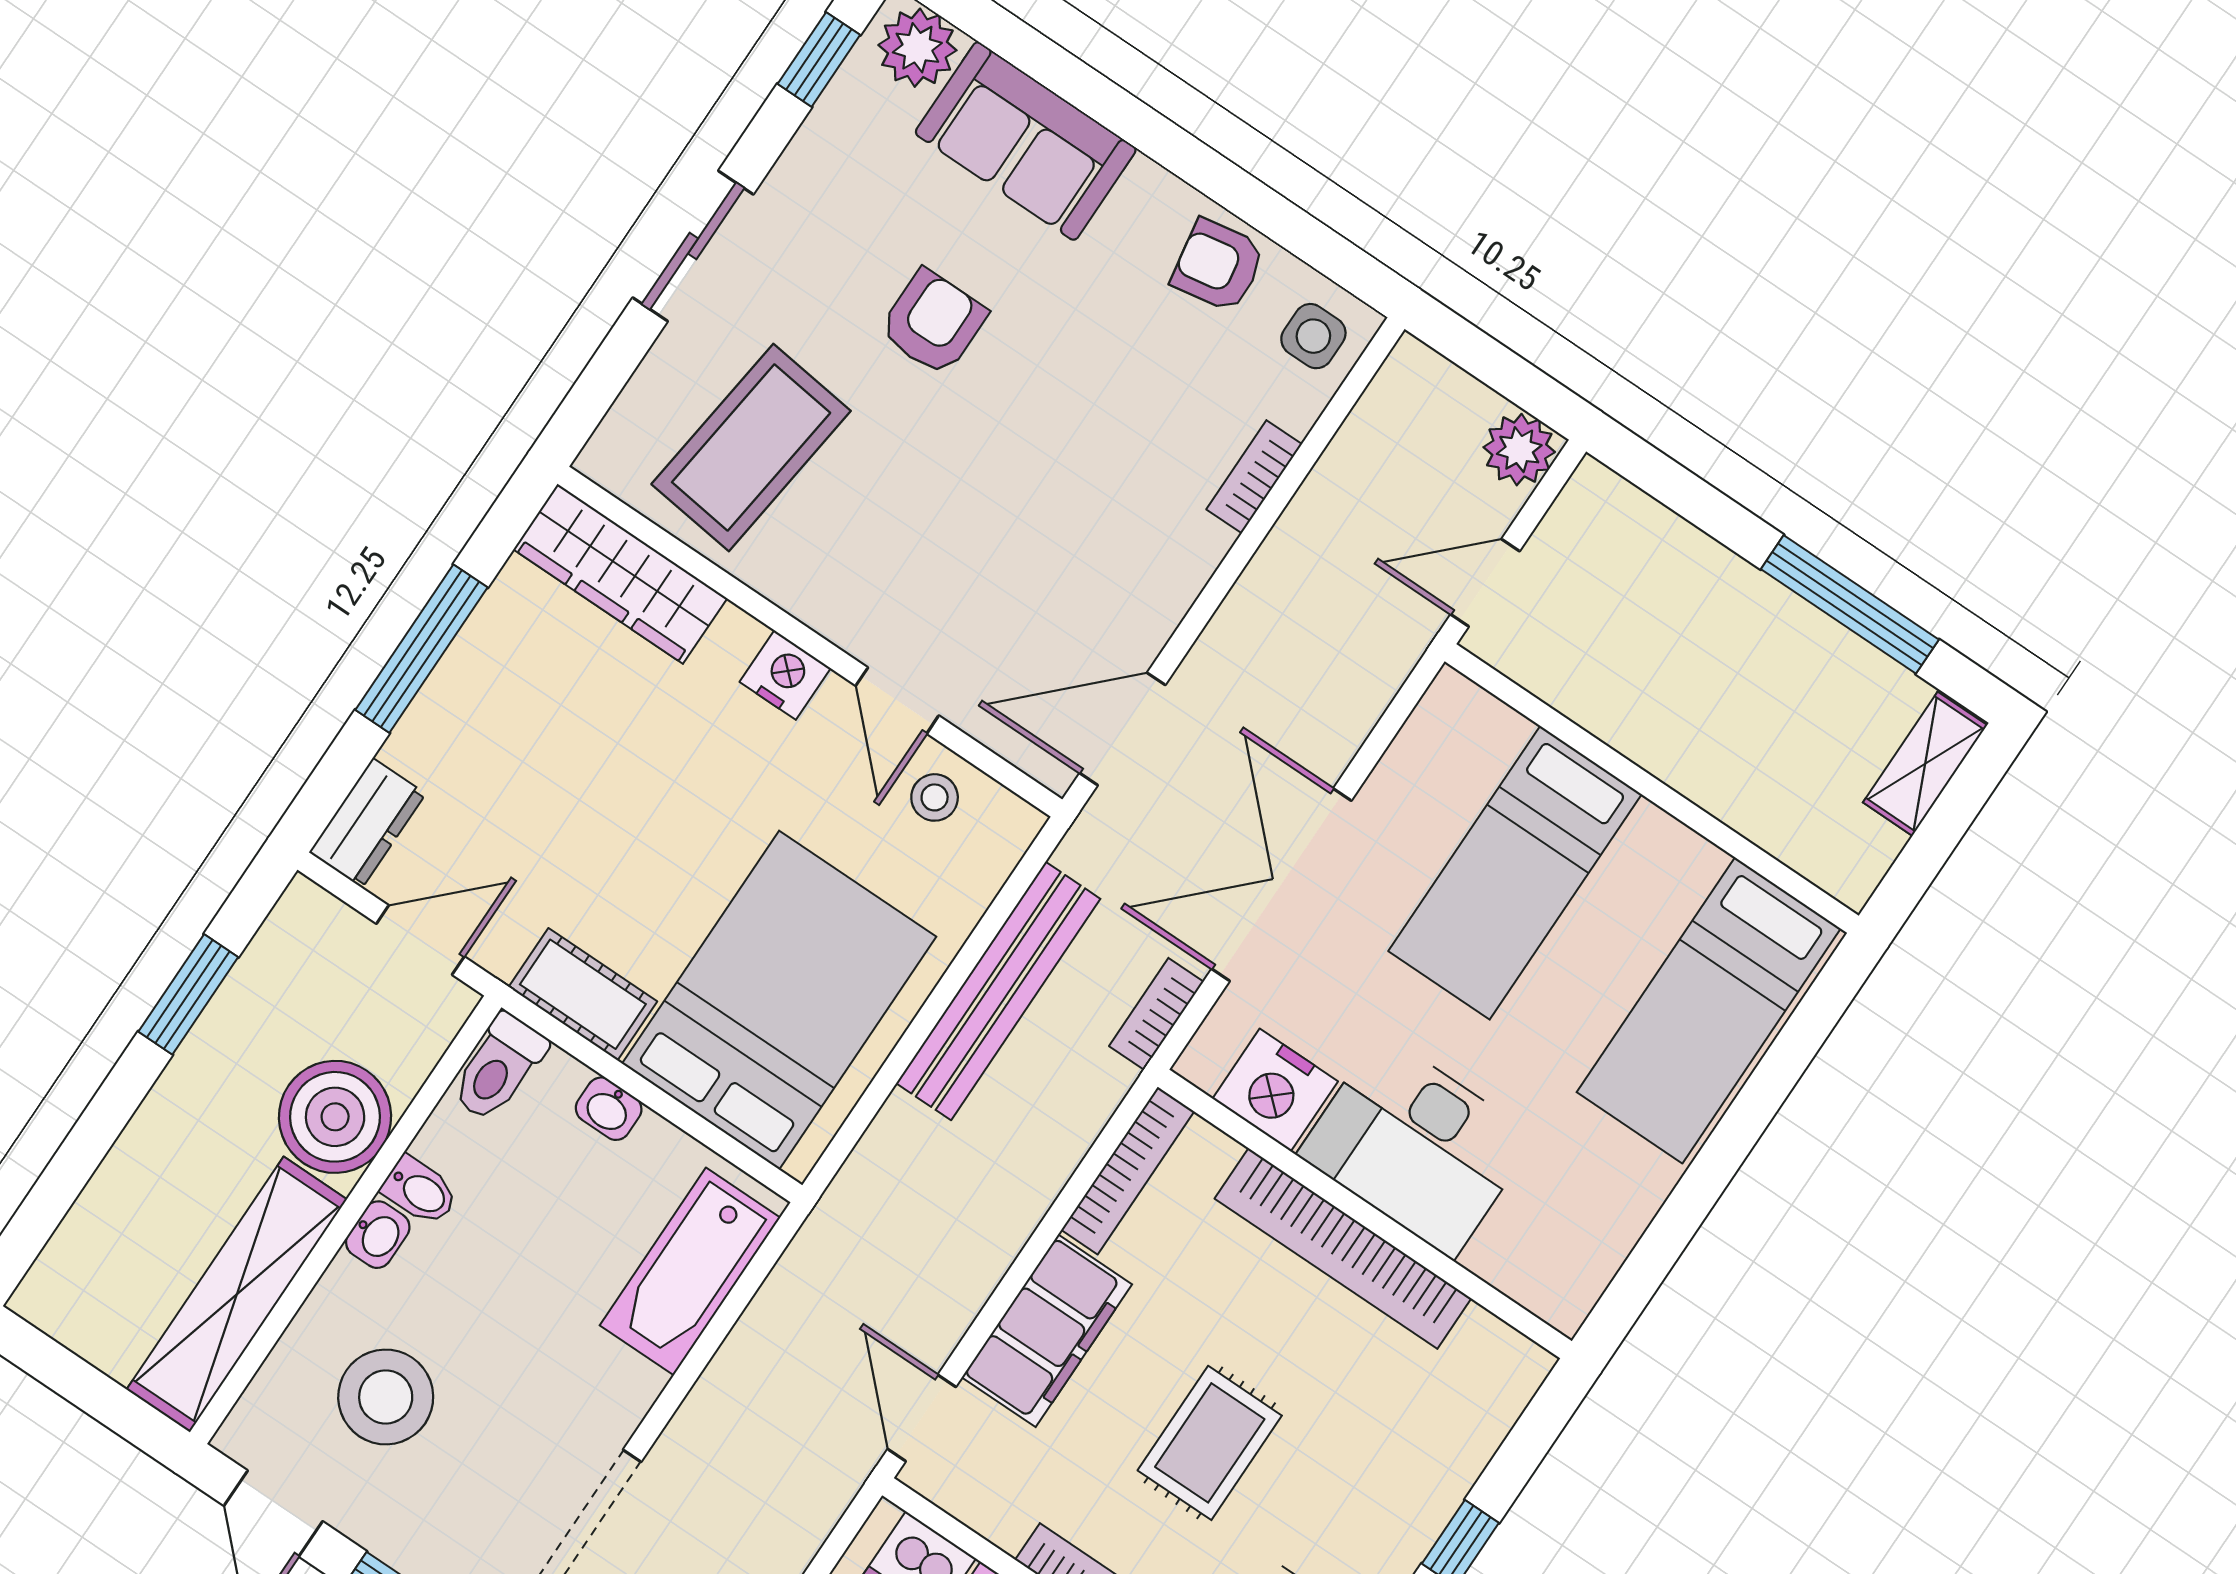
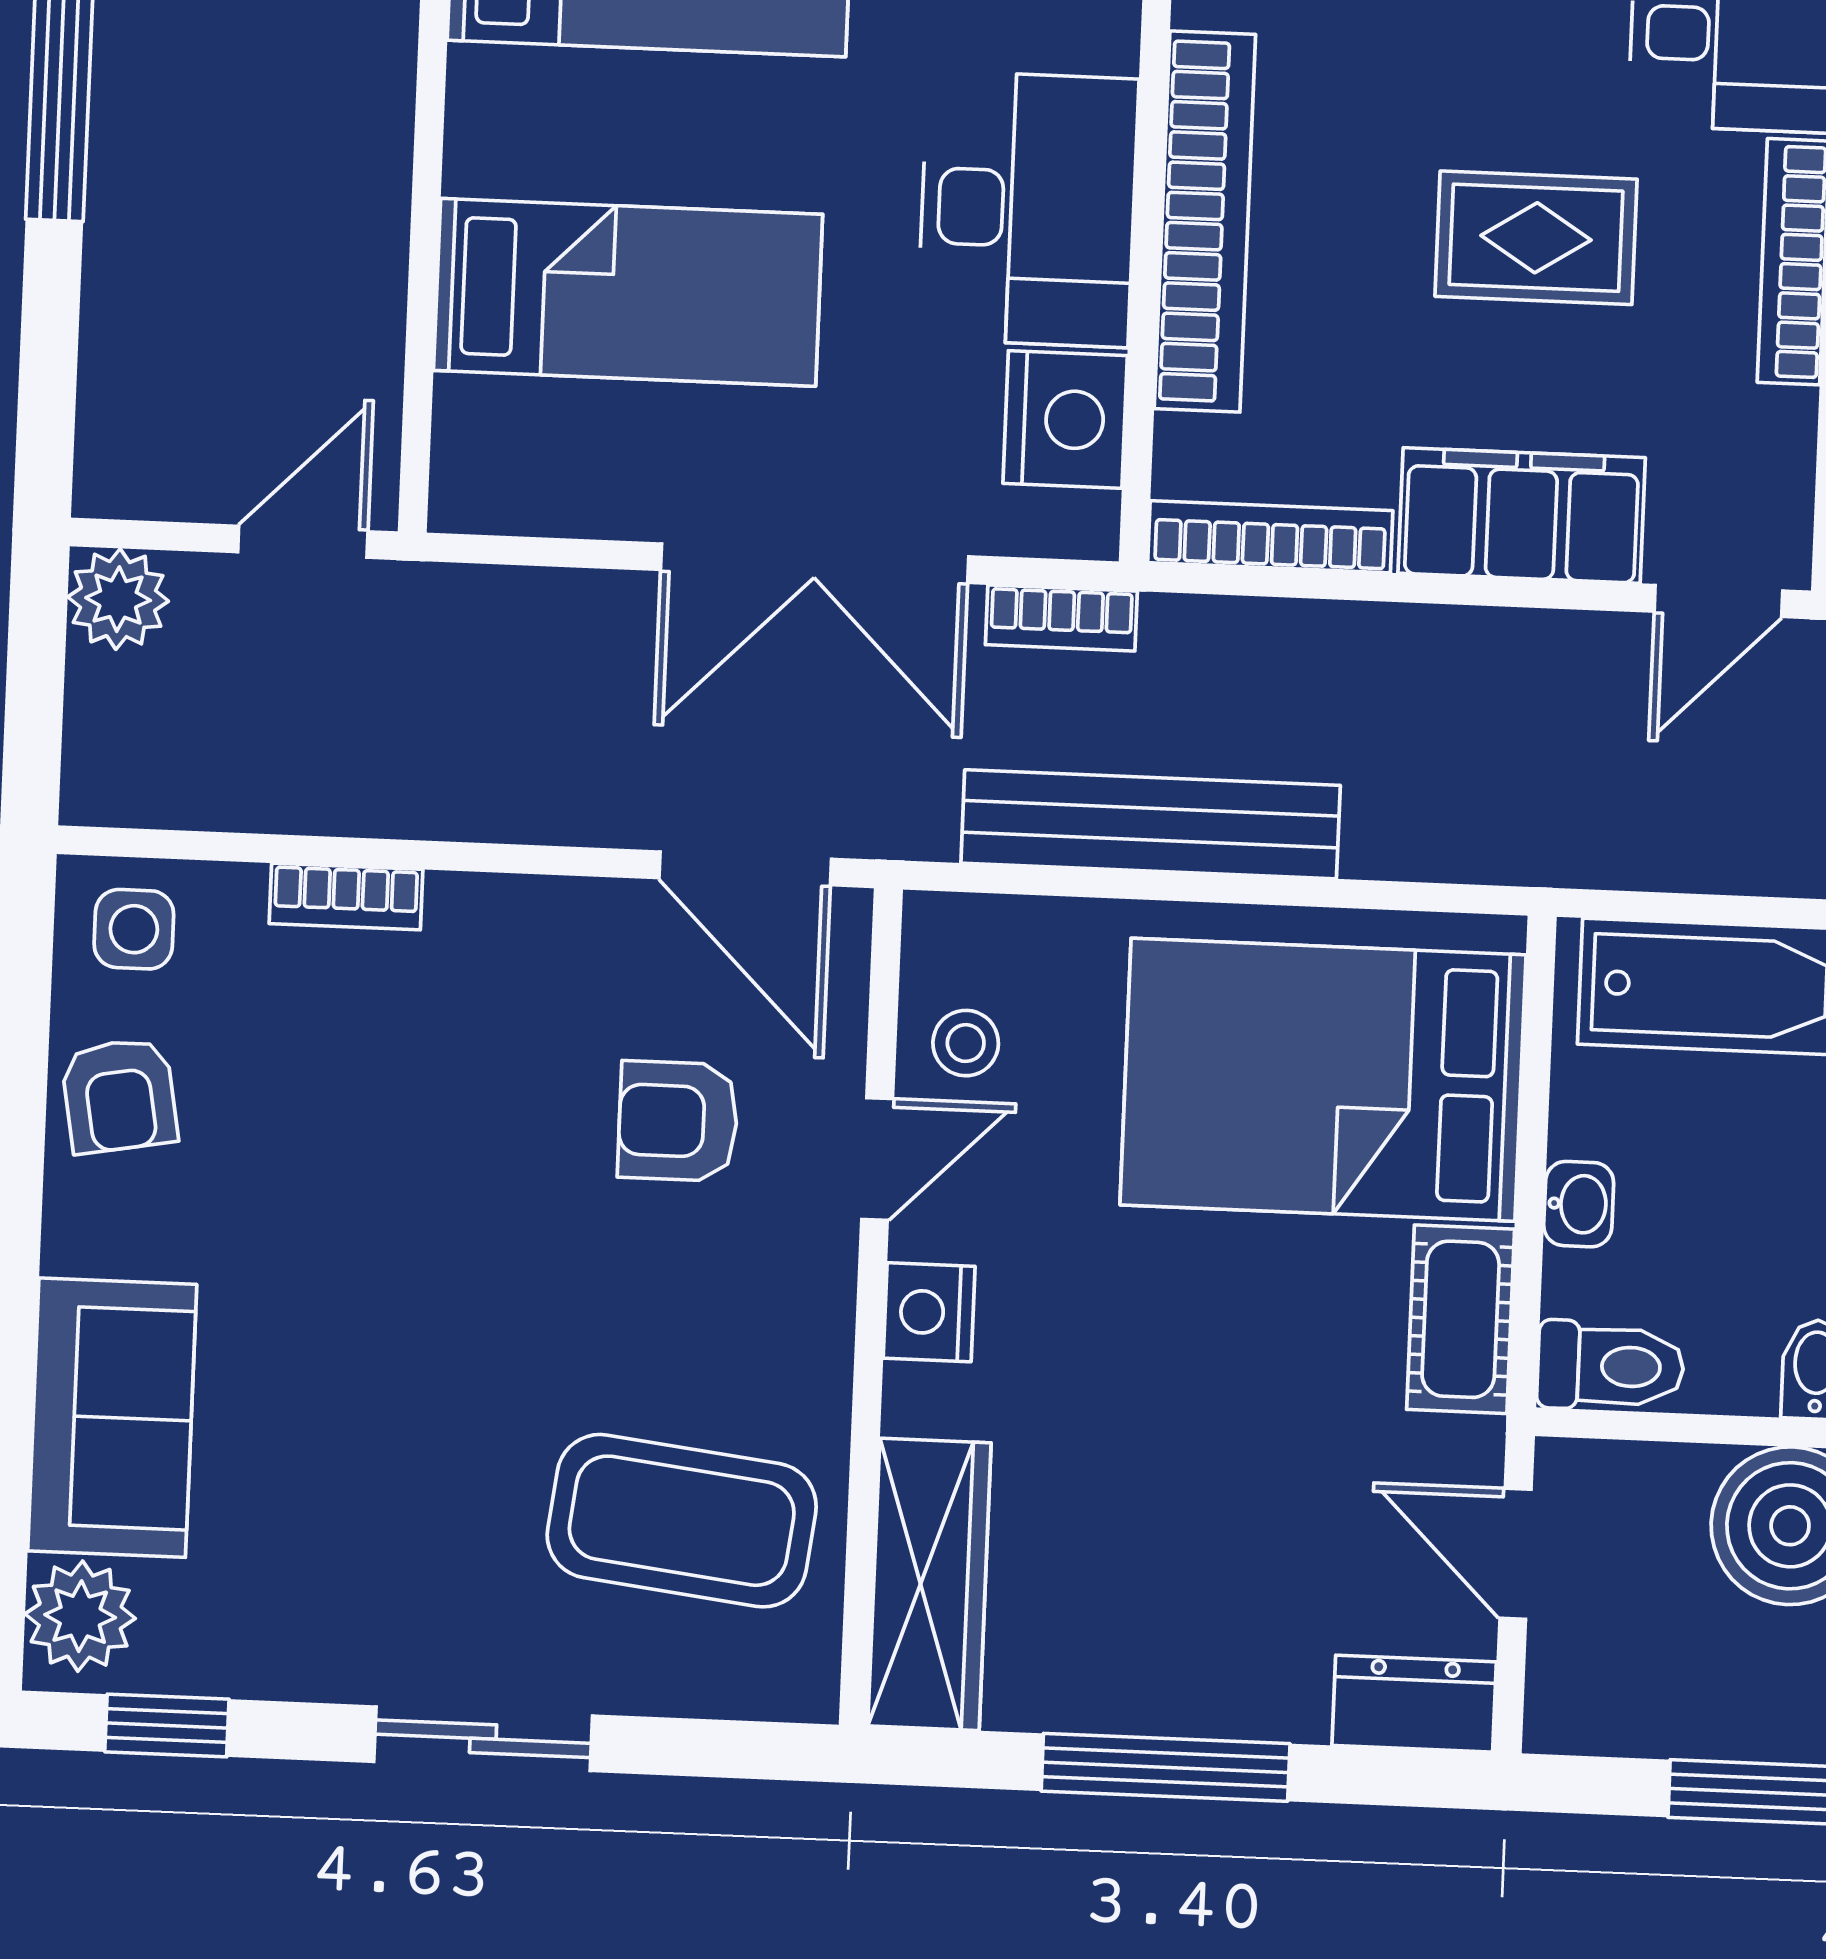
armchair: (933, 322) -> (678, 1121), moved
door: (1485, 583) -> (303, 542), swing flipped

